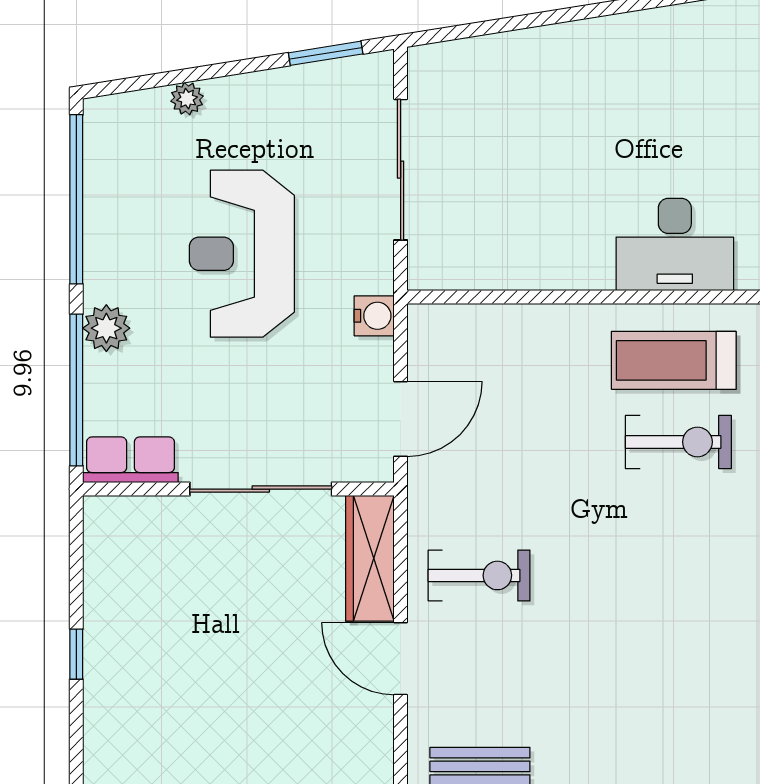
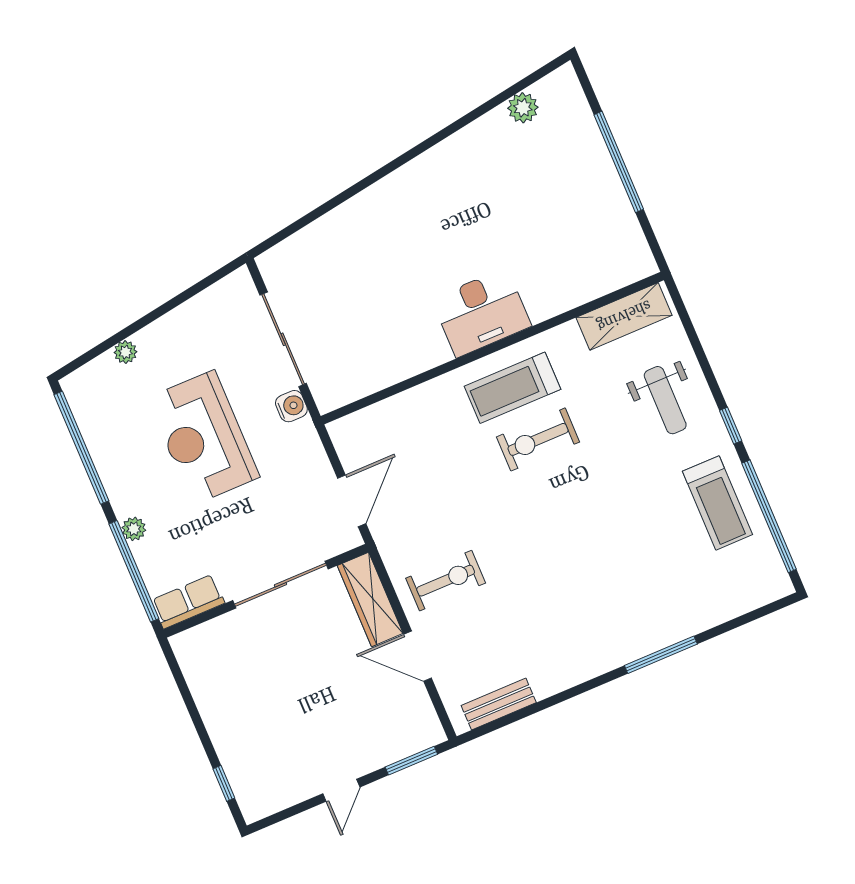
window: (326, 53) -> (203, 285), removed
water cooler: (374, 316) -> (291, 406), moved
plant: (106, 328) -> (134, 529), width x0.73, depth x0.73
exercise bike: (678, 442) -> (538, 439), turned 180
window: (76, 654) -> (224, 783), moved

